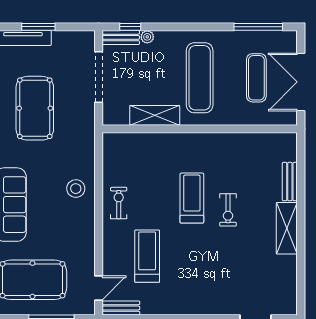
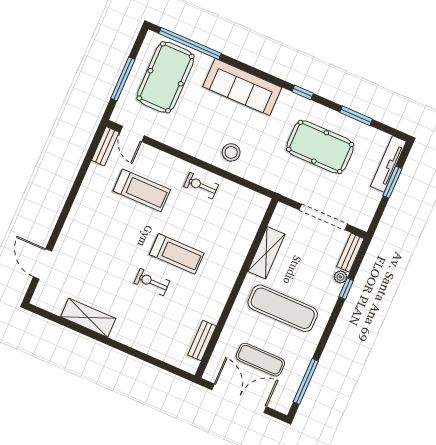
window: (130, 27) -> (346, 289), moved
bench: (290, 182) -> (202, 341), moved, turned 90
exercise bike: (119, 203) -> (201, 186), turned 180
shelving: (287, 228) -> (88, 318), moved

